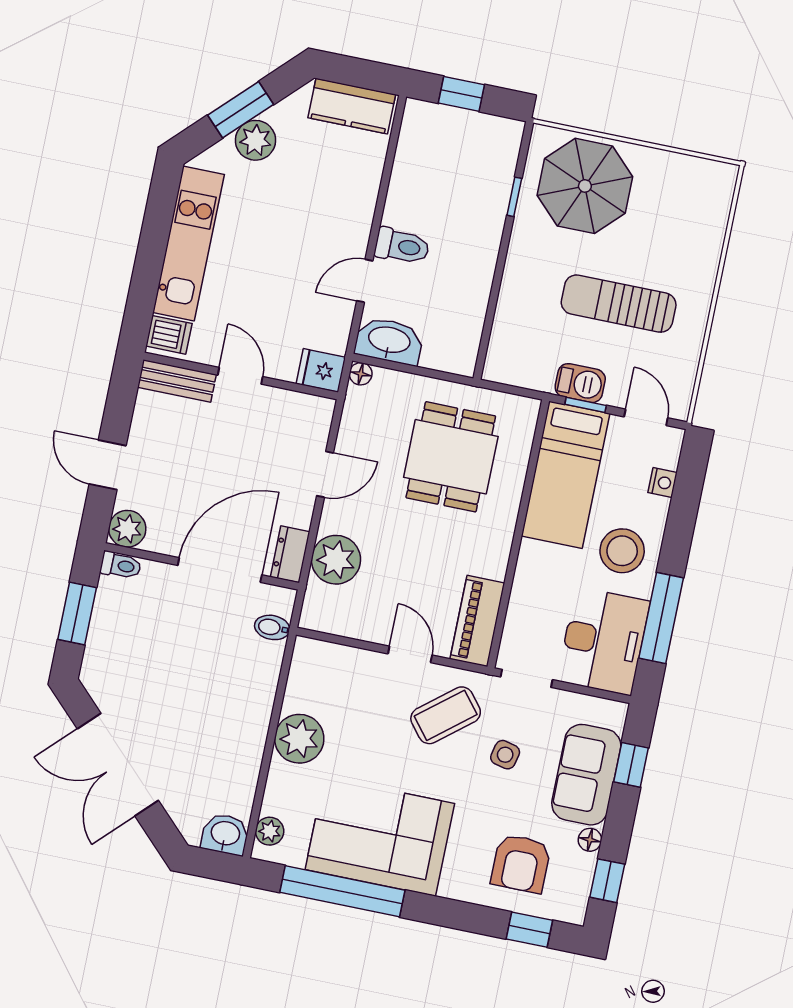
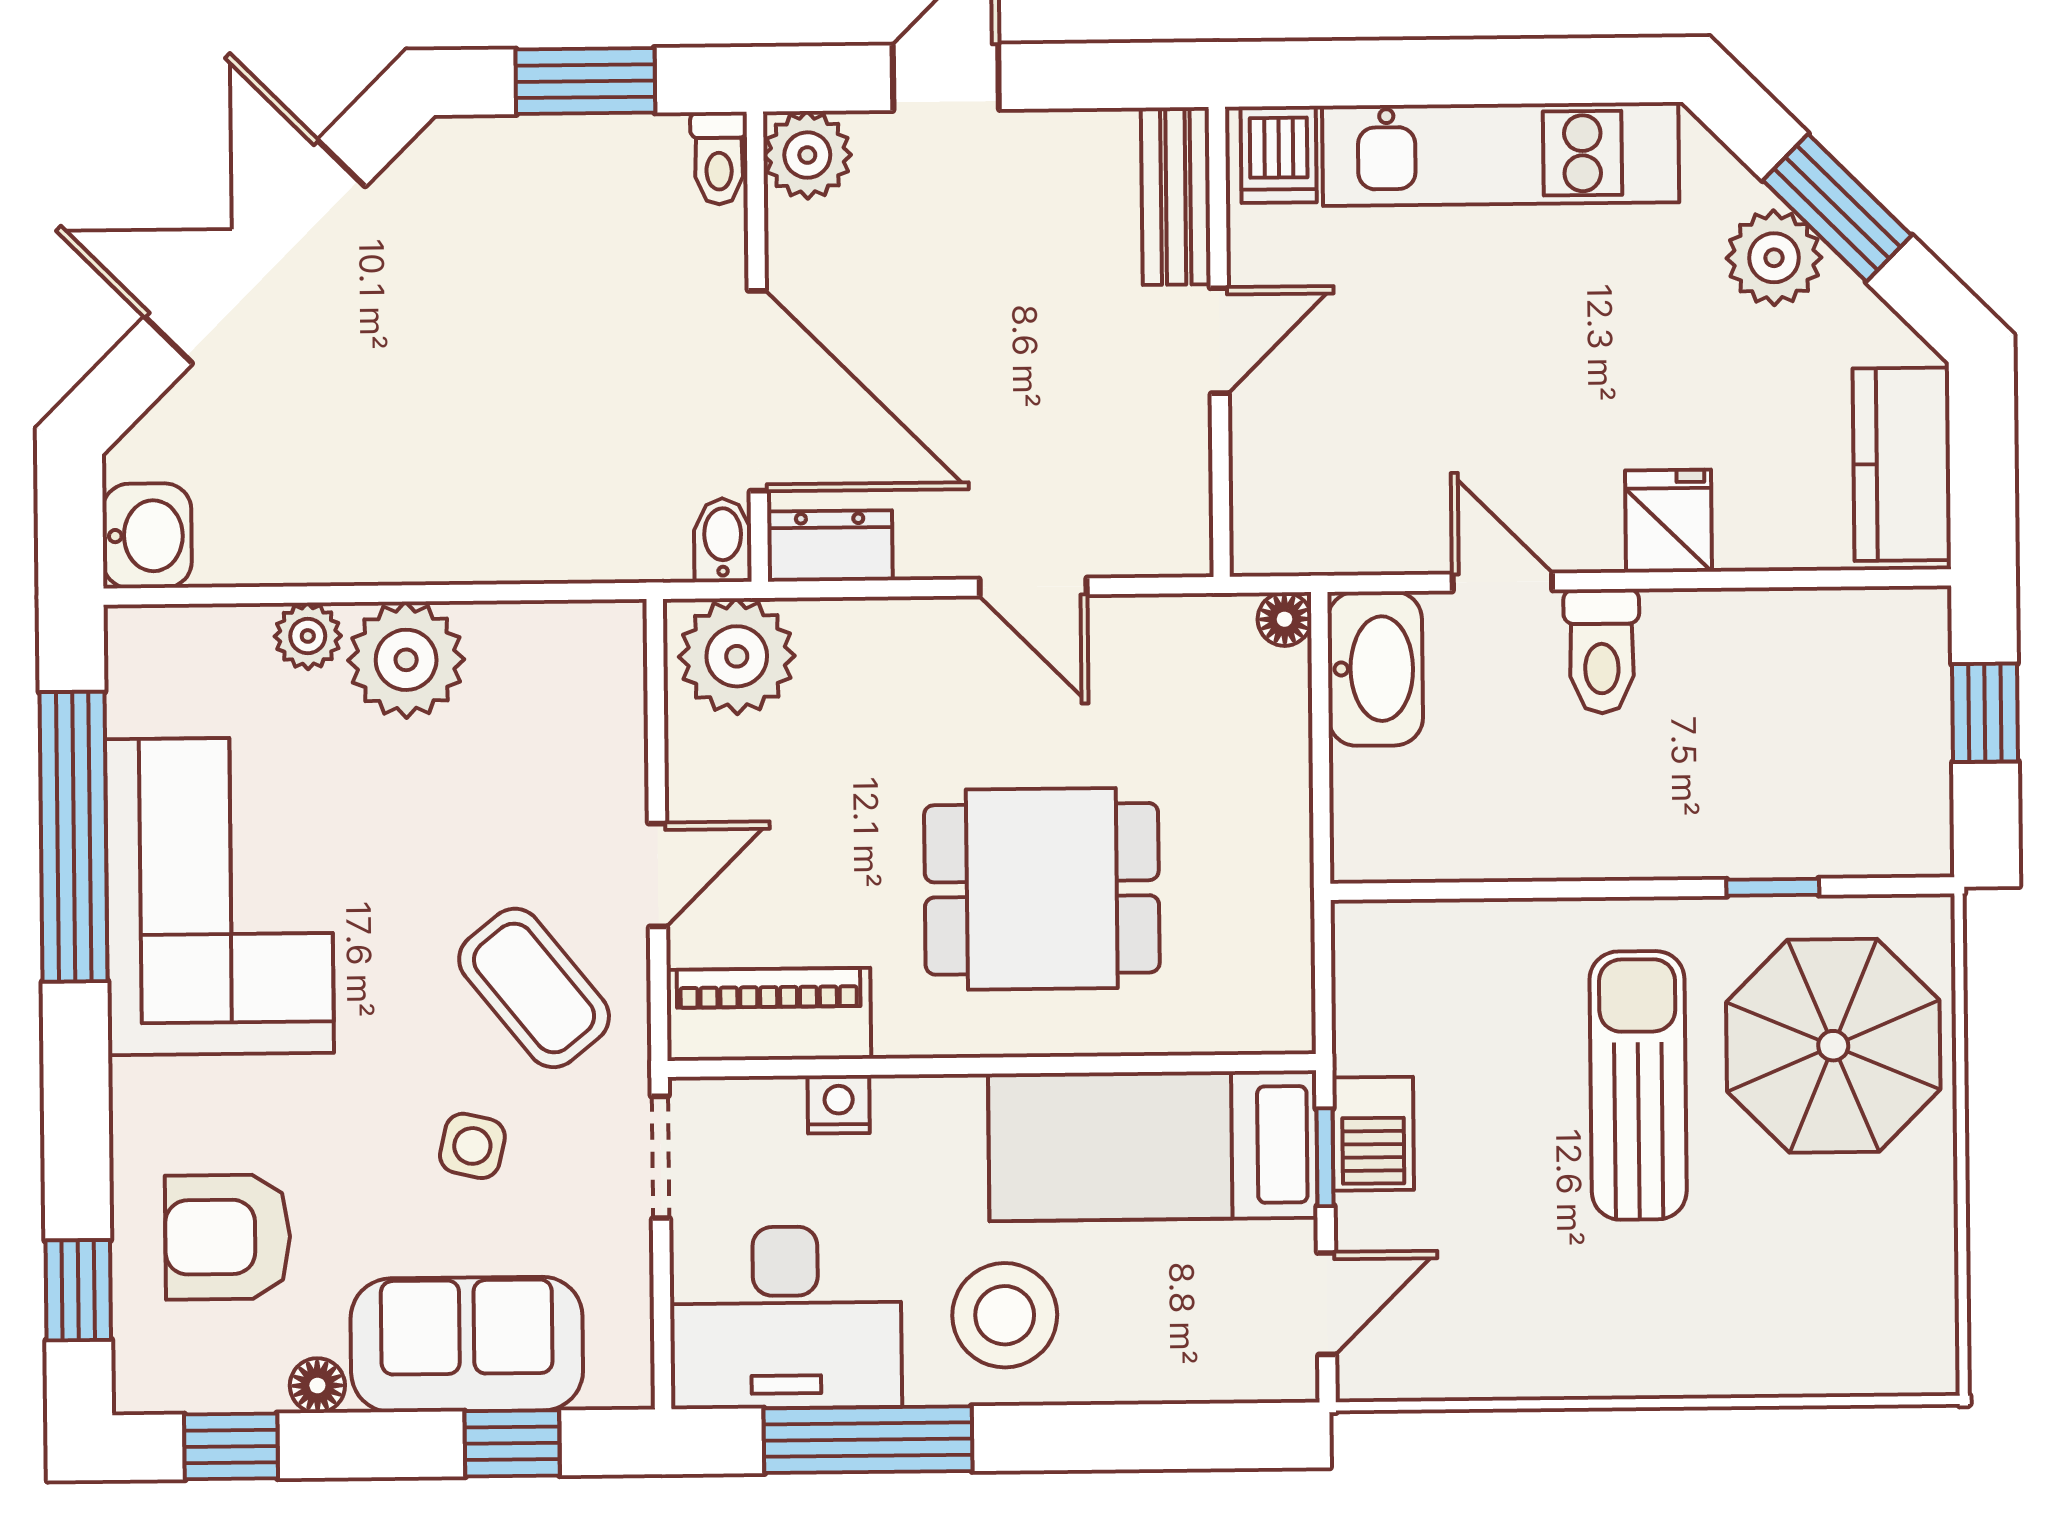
sun lounger: (619, 304) -> (1638, 1085), moved
fridge: (321, 370) -> (1669, 521), moved
dining table: (451, 457) -> (1042, 889), moved
nightstand: (663, 482) -> (839, 1104), moved, turned 180
plant: (336, 560) -> (737, 656), moved
bidet: (272, 627) -> (723, 540), moved
plant: (270, 831) -> (308, 636), moved

